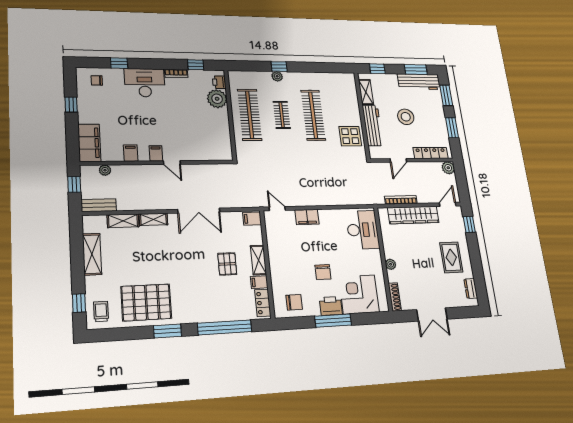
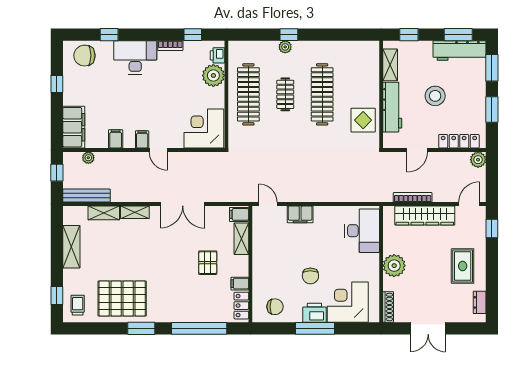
chair: (97, 80) -> (84, 56), width x1.87, depth x1.87
corner desk: (213, 143) -> (204, 128), added
bench: (99, 205) -> (87, 196), width x1.36
shelving: (258, 260) -> (241, 239), moved
plant: (391, 264) -> (394, 266), width x1.88, depth x1.88

